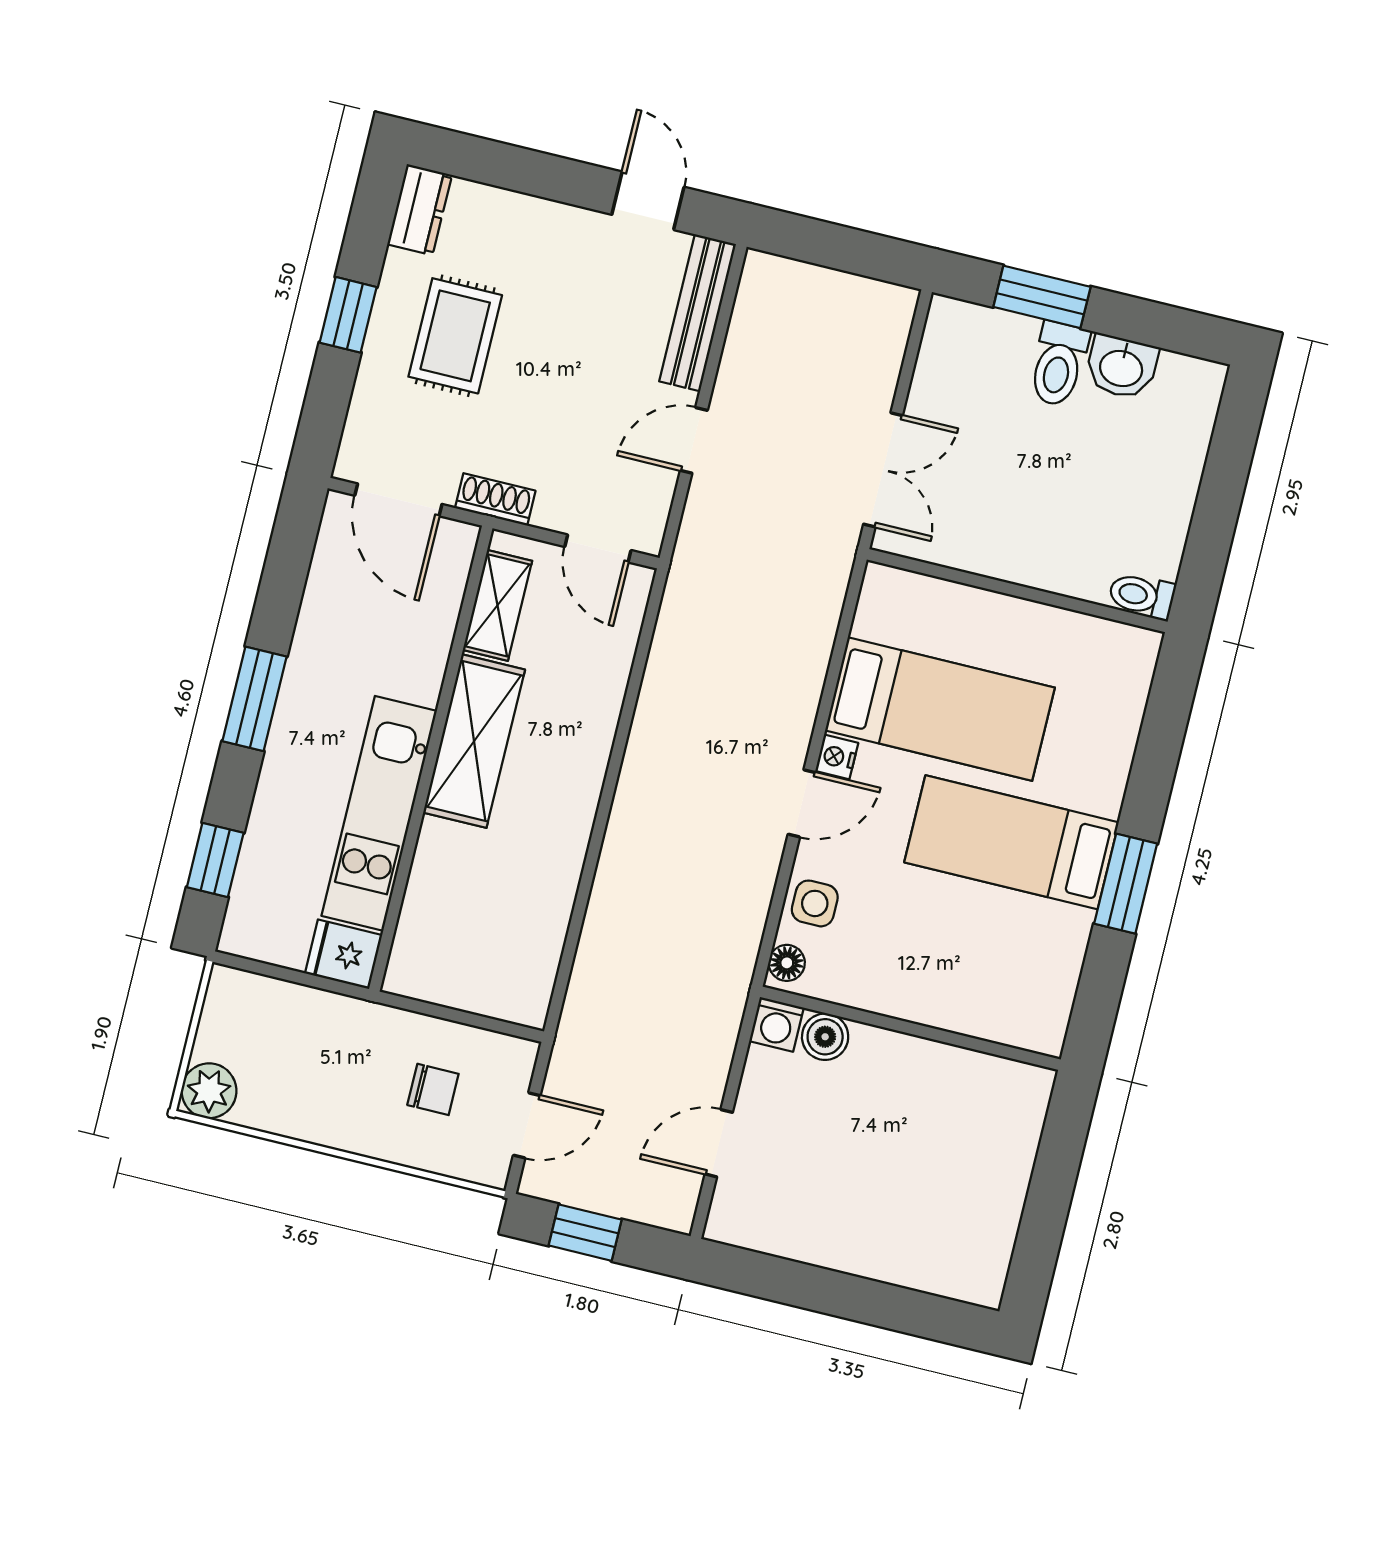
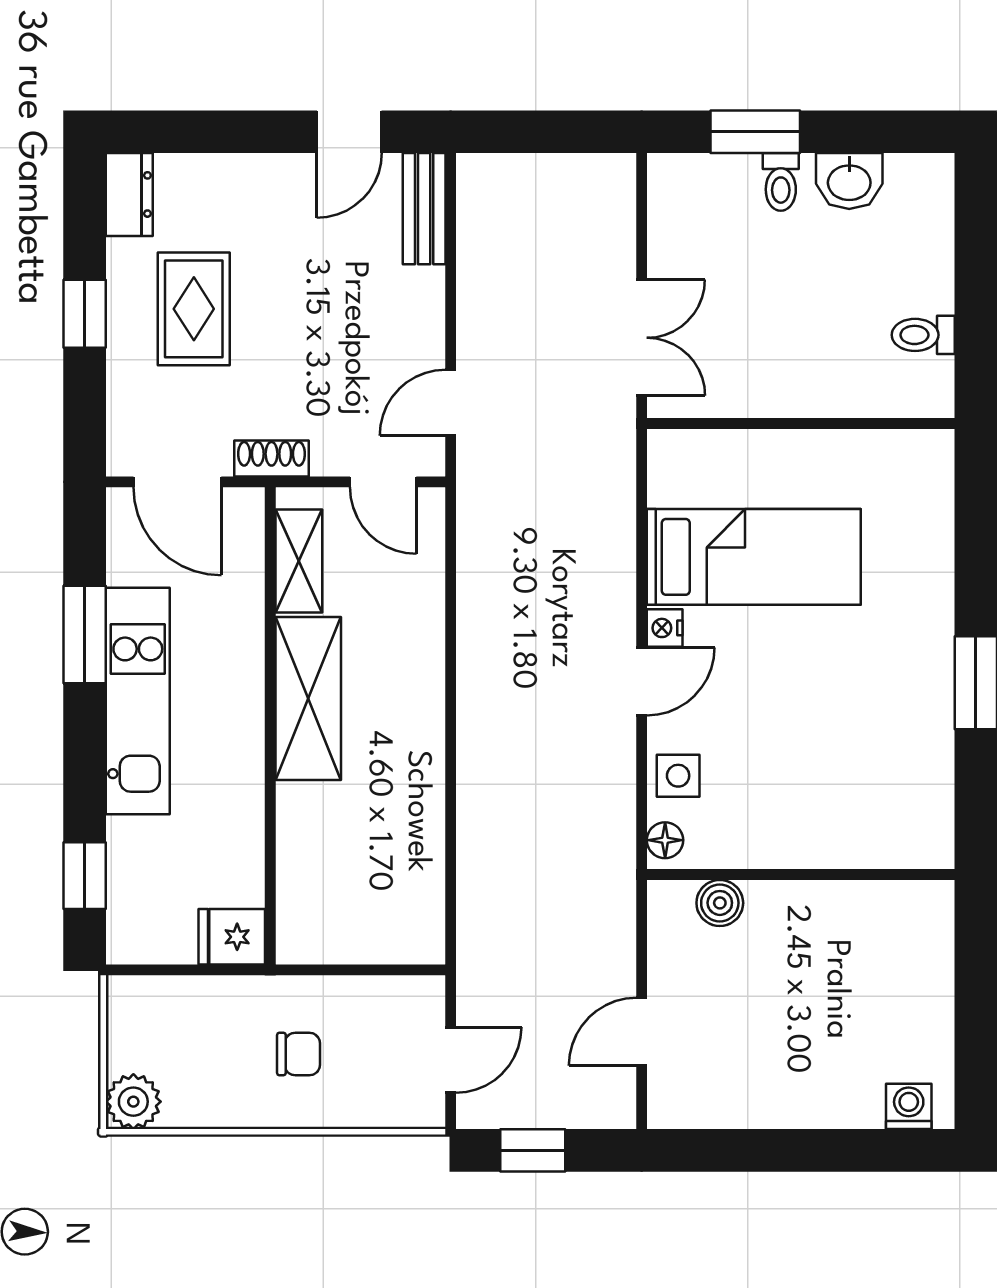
door: (648, 201) -> (349, 132), swing flipped
bench: (698, 313) -> (424, 209), width x0.73
toilet: (1059, 364) -> (781, 182), width x0.73, depth x0.72
door: (694, 440) -> (451, 403), moved
toilet: (1142, 596) -> (923, 335), moved
window: (255, 699) -> (85, 634), moved
kitchen unit: (379, 813) -> (138, 701), moved, turned 180
bed: (1011, 842) -> (855, 670), removed
washing machine: (777, 1024) -> (909, 1106), moved, turned 180
chair: (433, 1089) -> (298, 1054), moved

